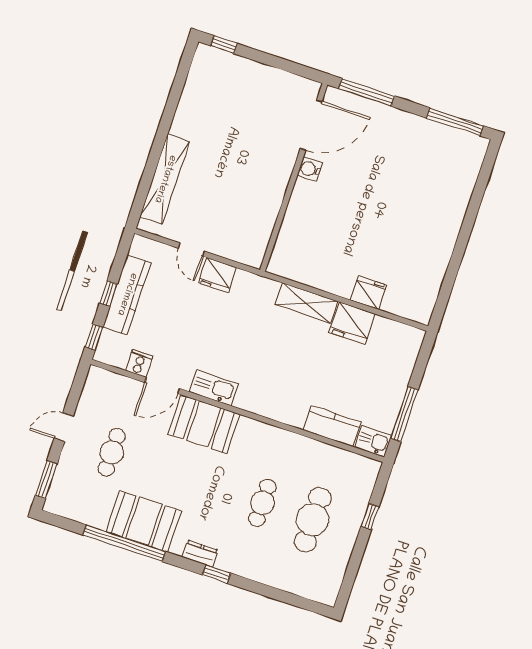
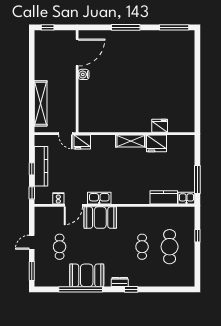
door: (311, 125) -> (77, 53), moved
water cooler: (310, 169) -> (84, 74), moved
wall: (294, 177) -> (77, 81), moved

